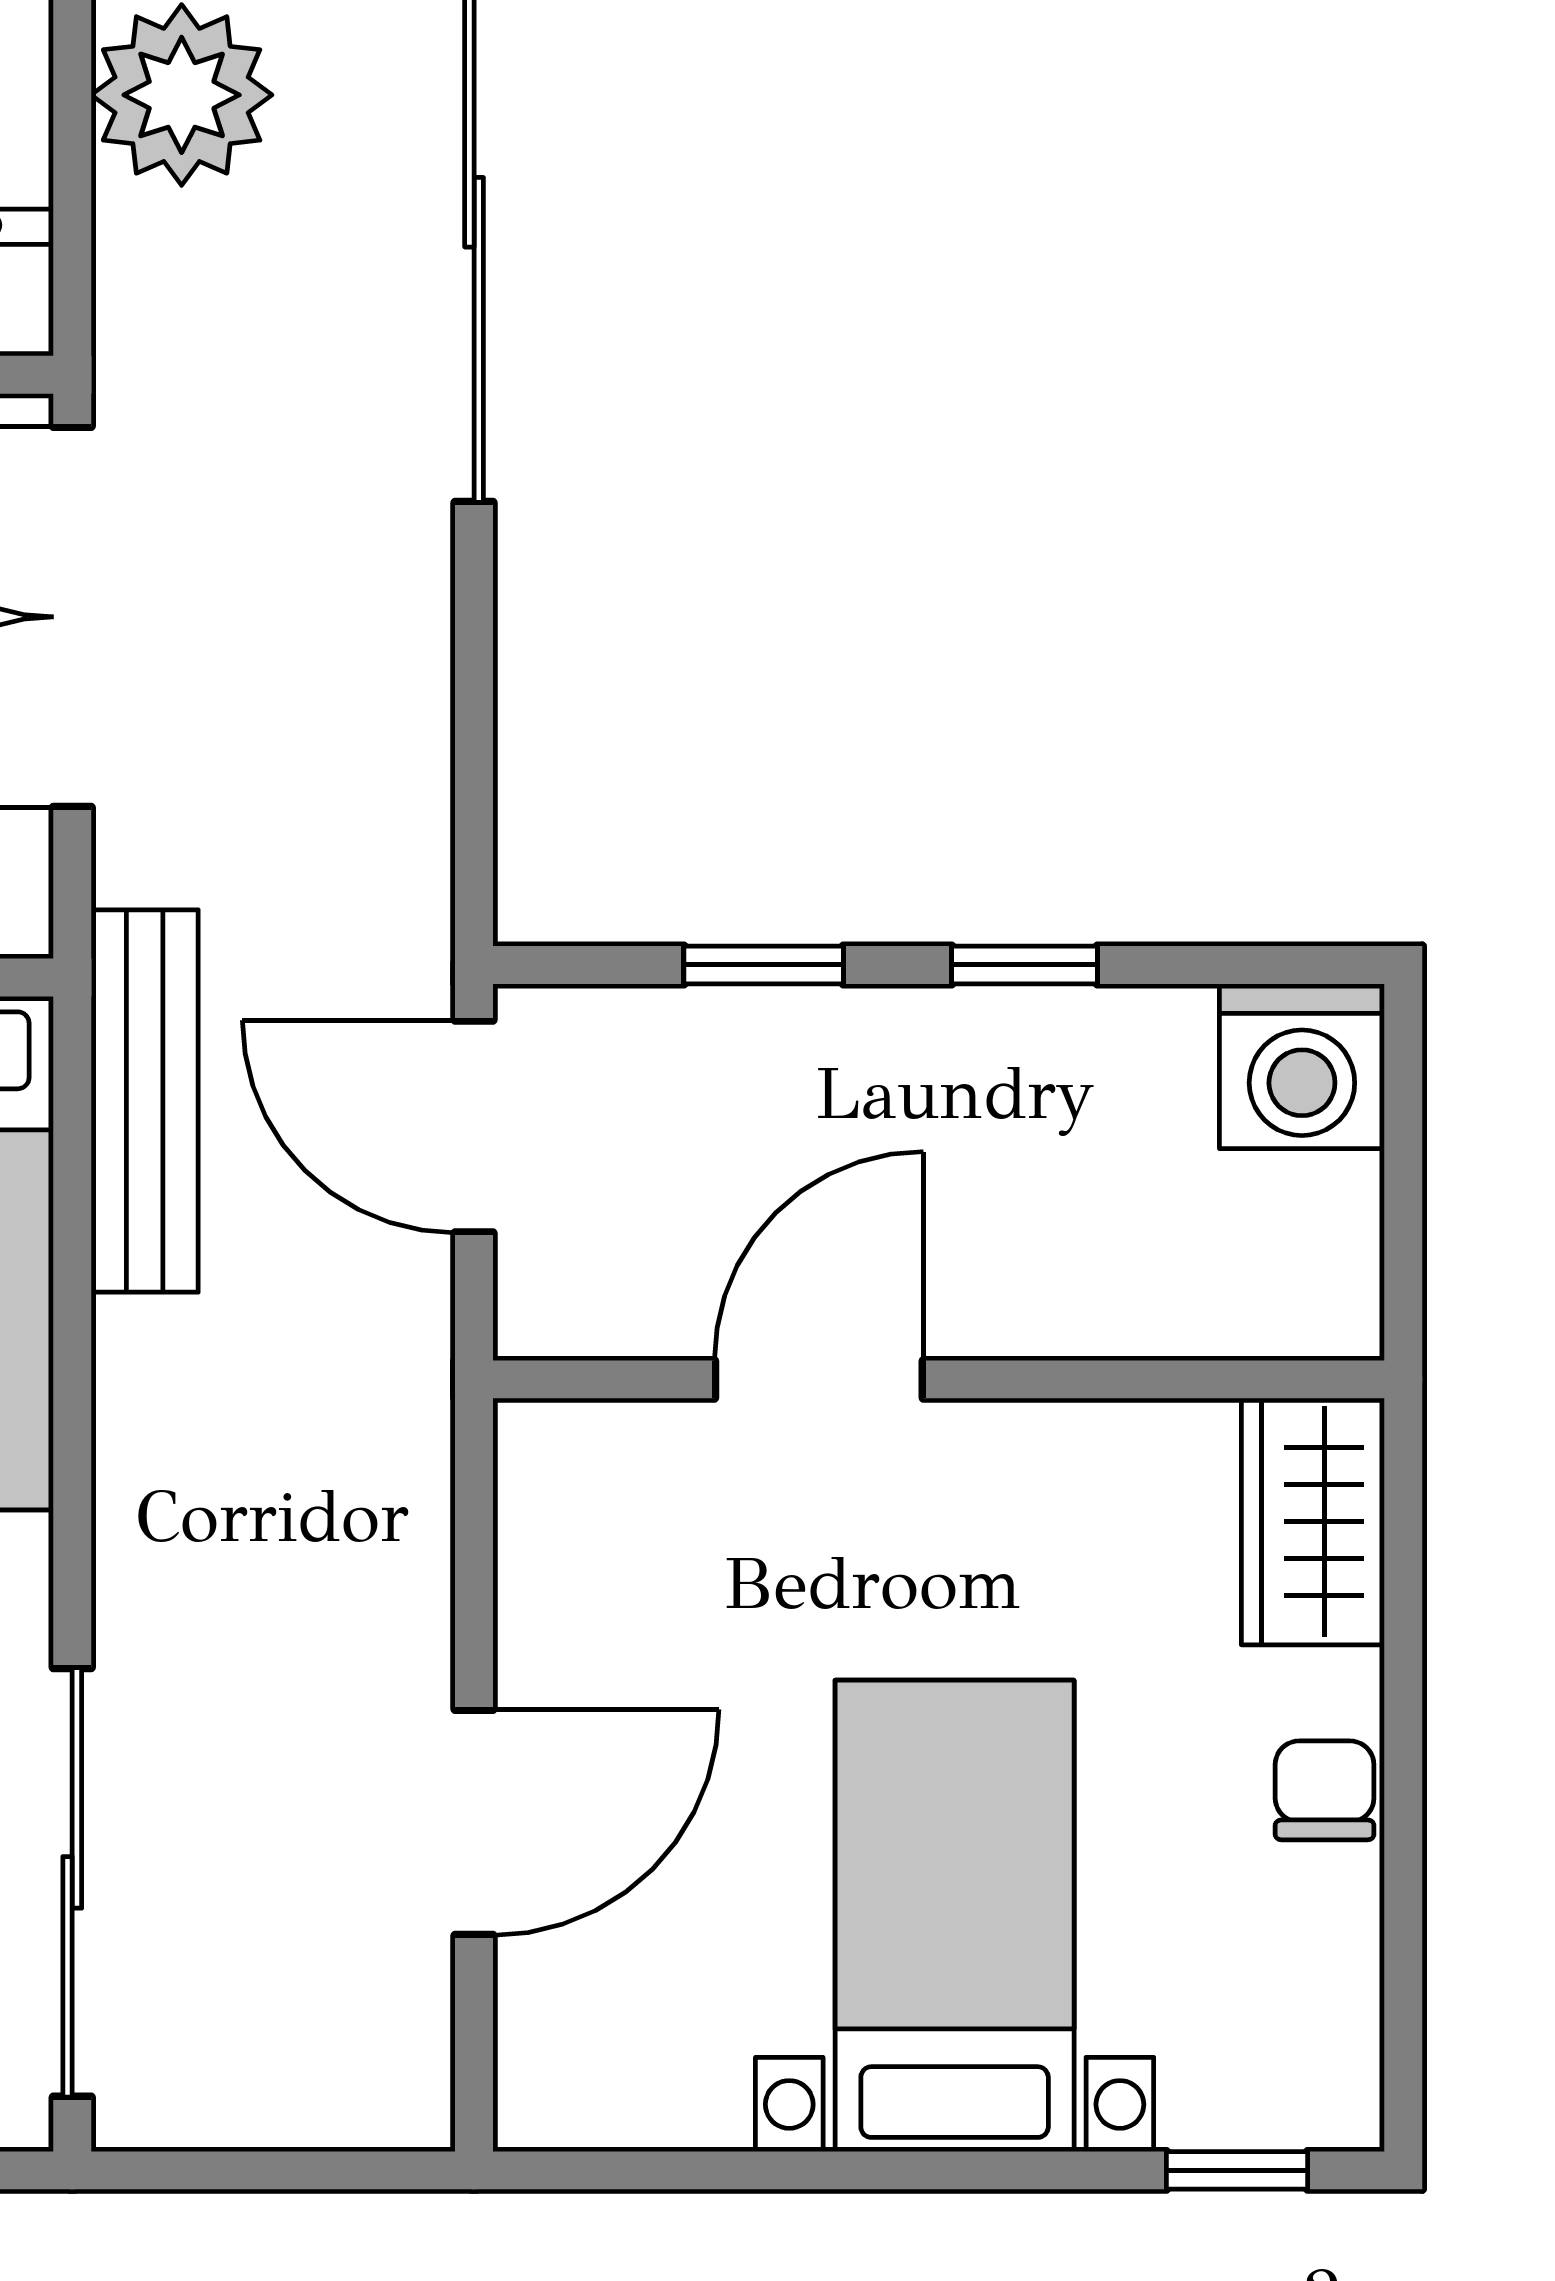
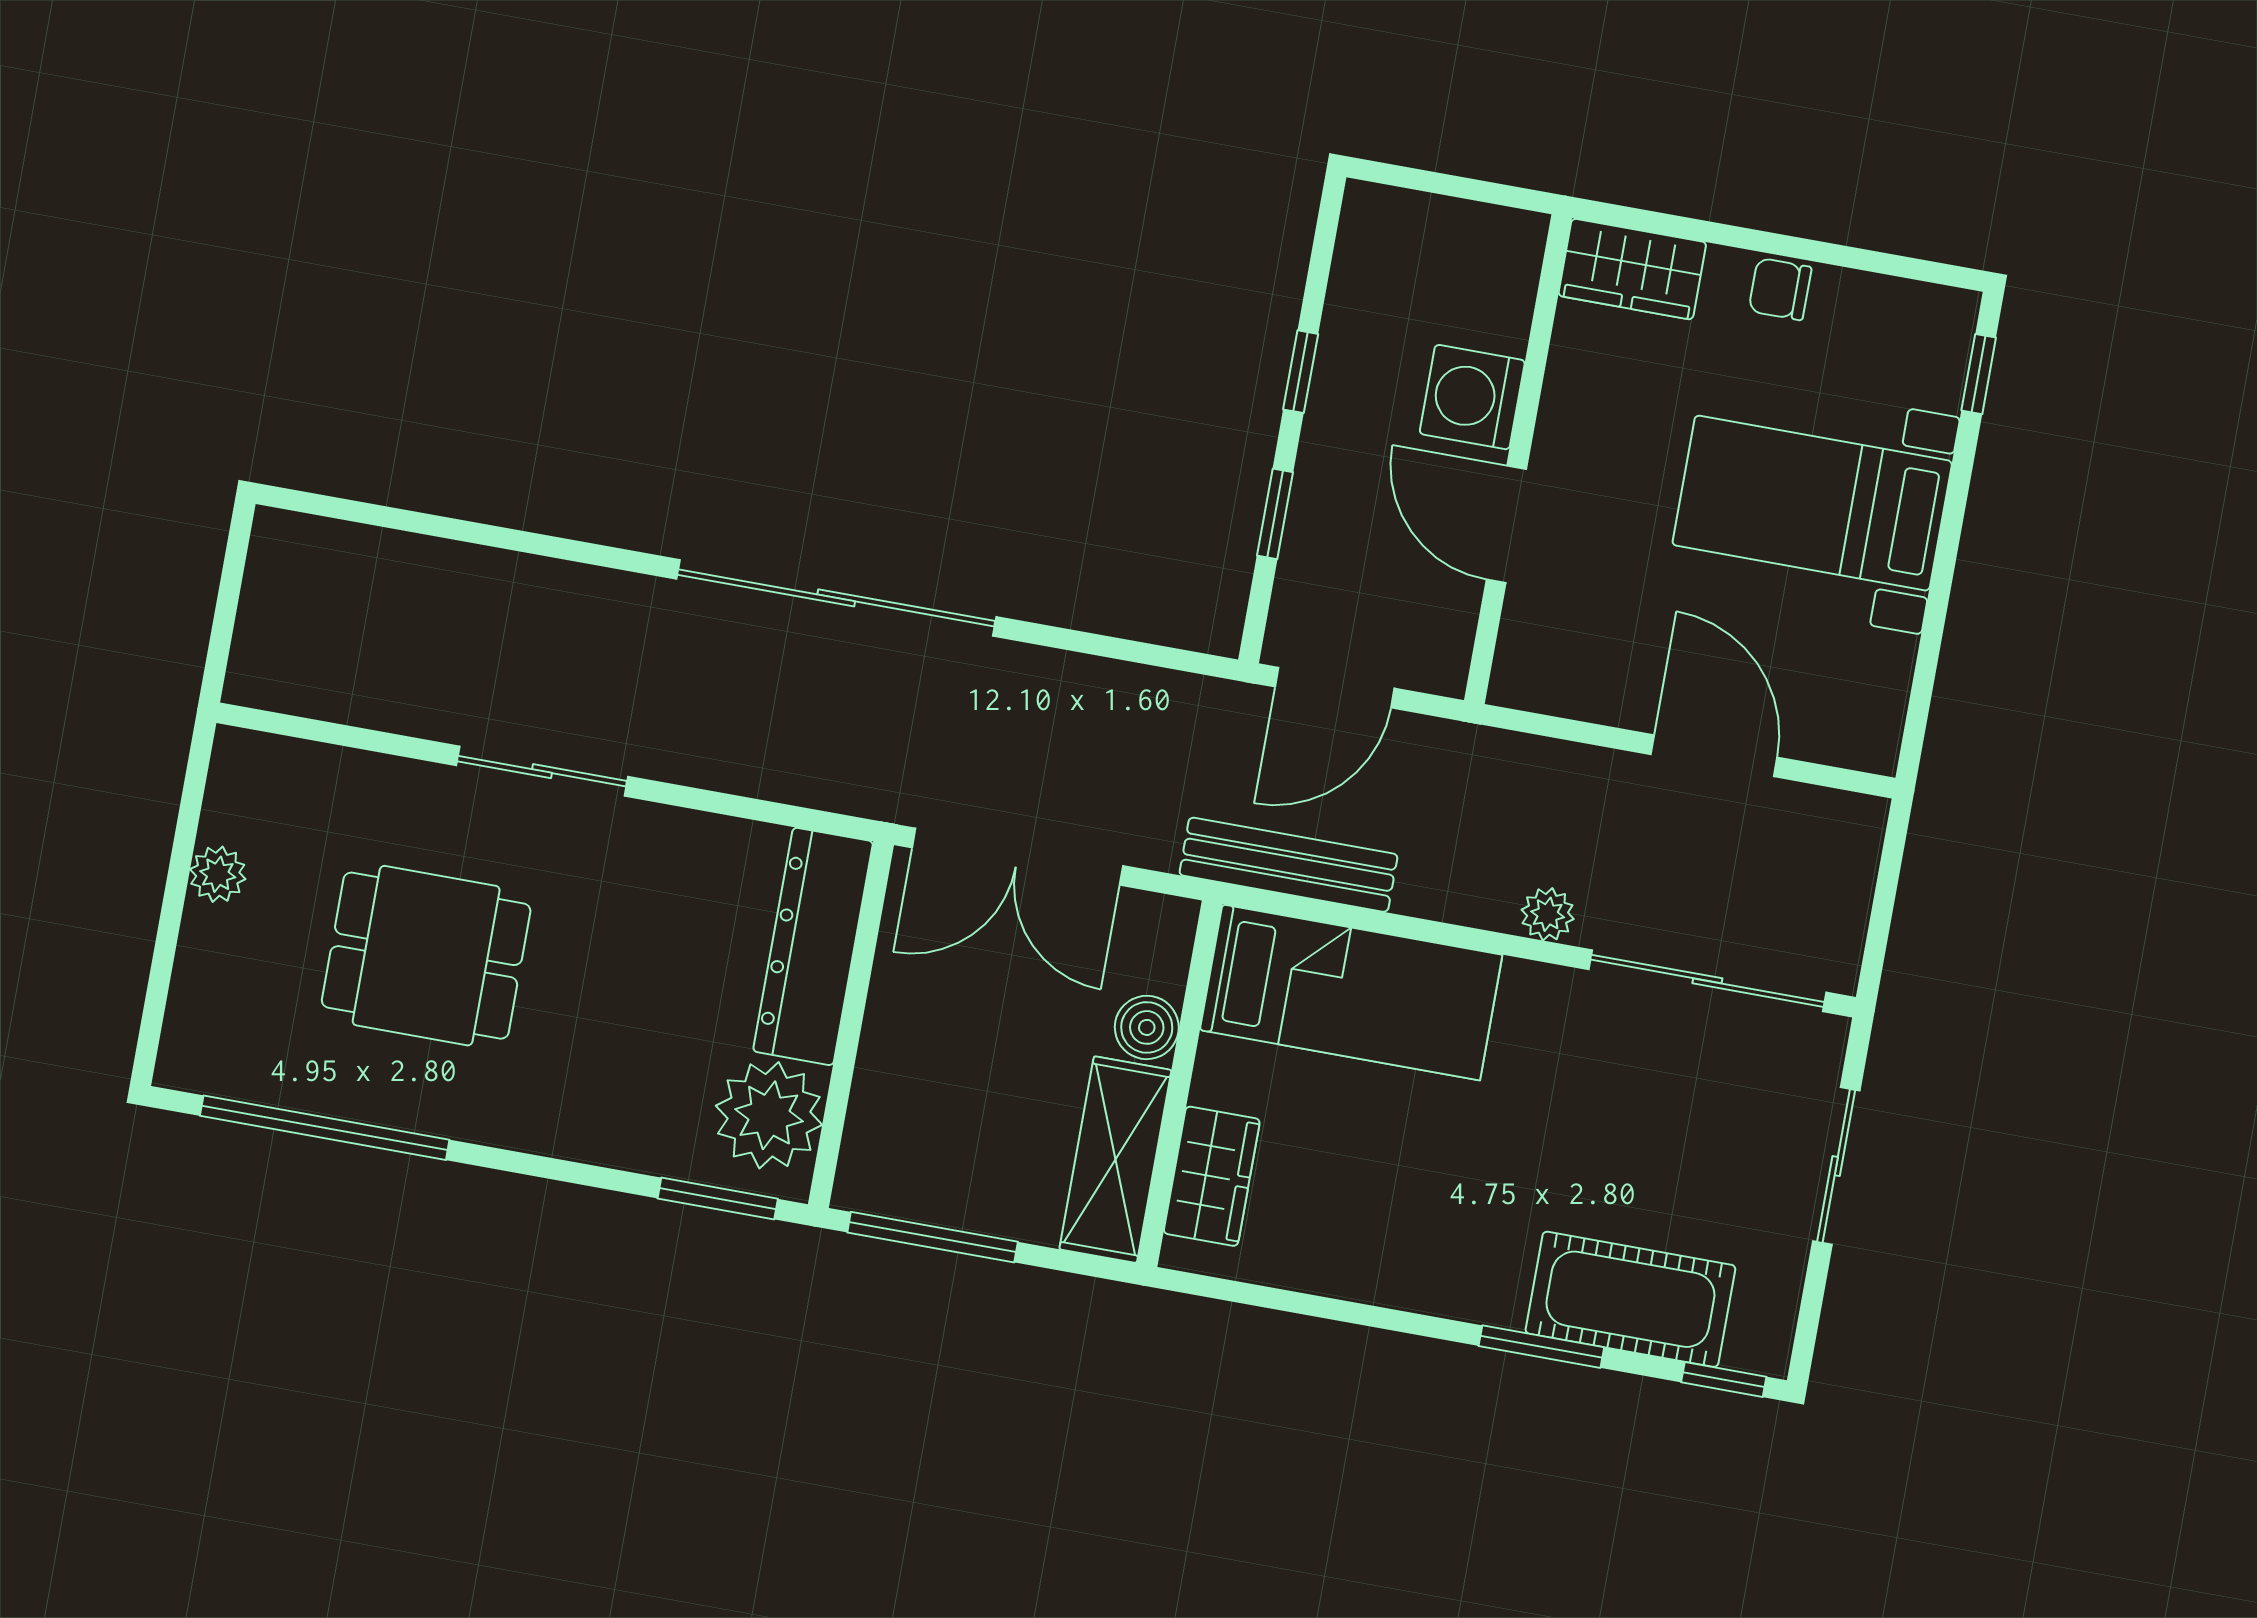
plant: (182, 95) -> (1548, 914), moved, width x0.53, depth x0.53
washing machine: (1302, 1066) -> (1472, 397), moved, turned 180

